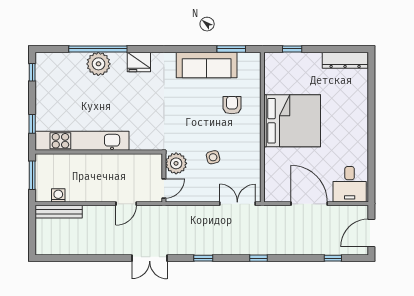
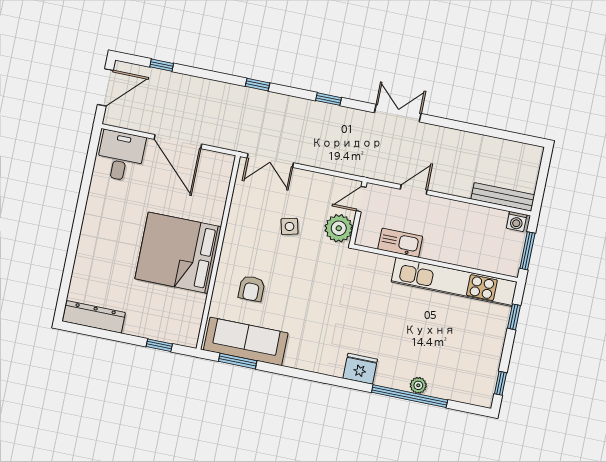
plant: (98, 64) -> (418, 385), width x0.53, depth x0.53
sofa: (207, 65) -> (246, 341), moved
kitchen sink: (128, 162) -> (400, 243), added
washing machine: (58, 195) -> (517, 222), moved

